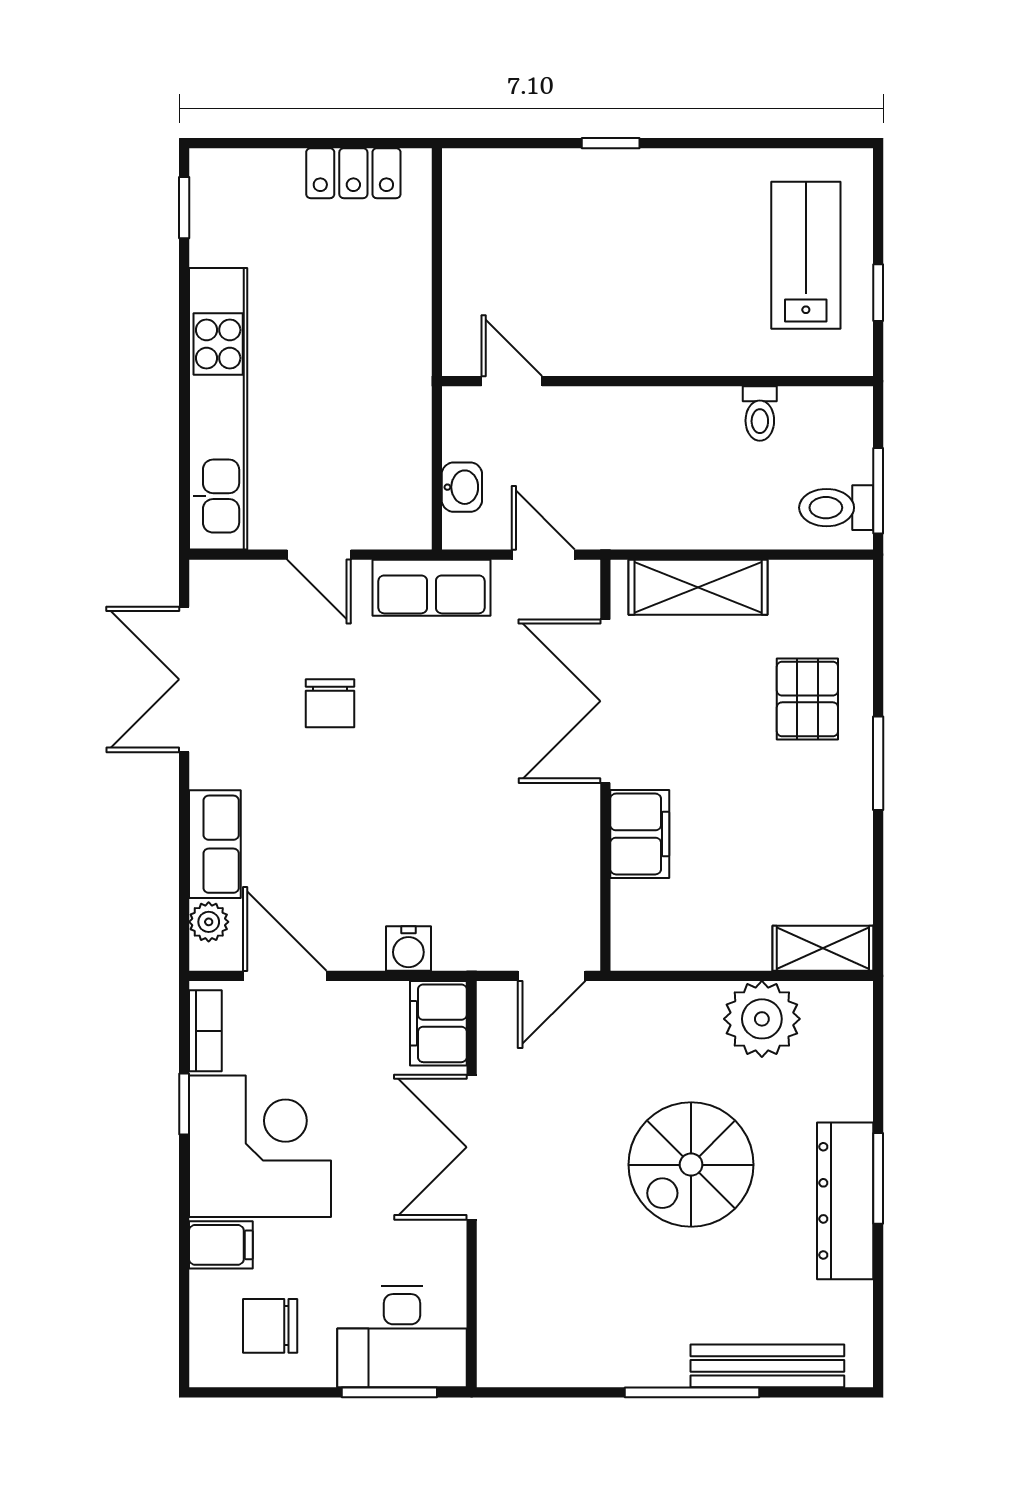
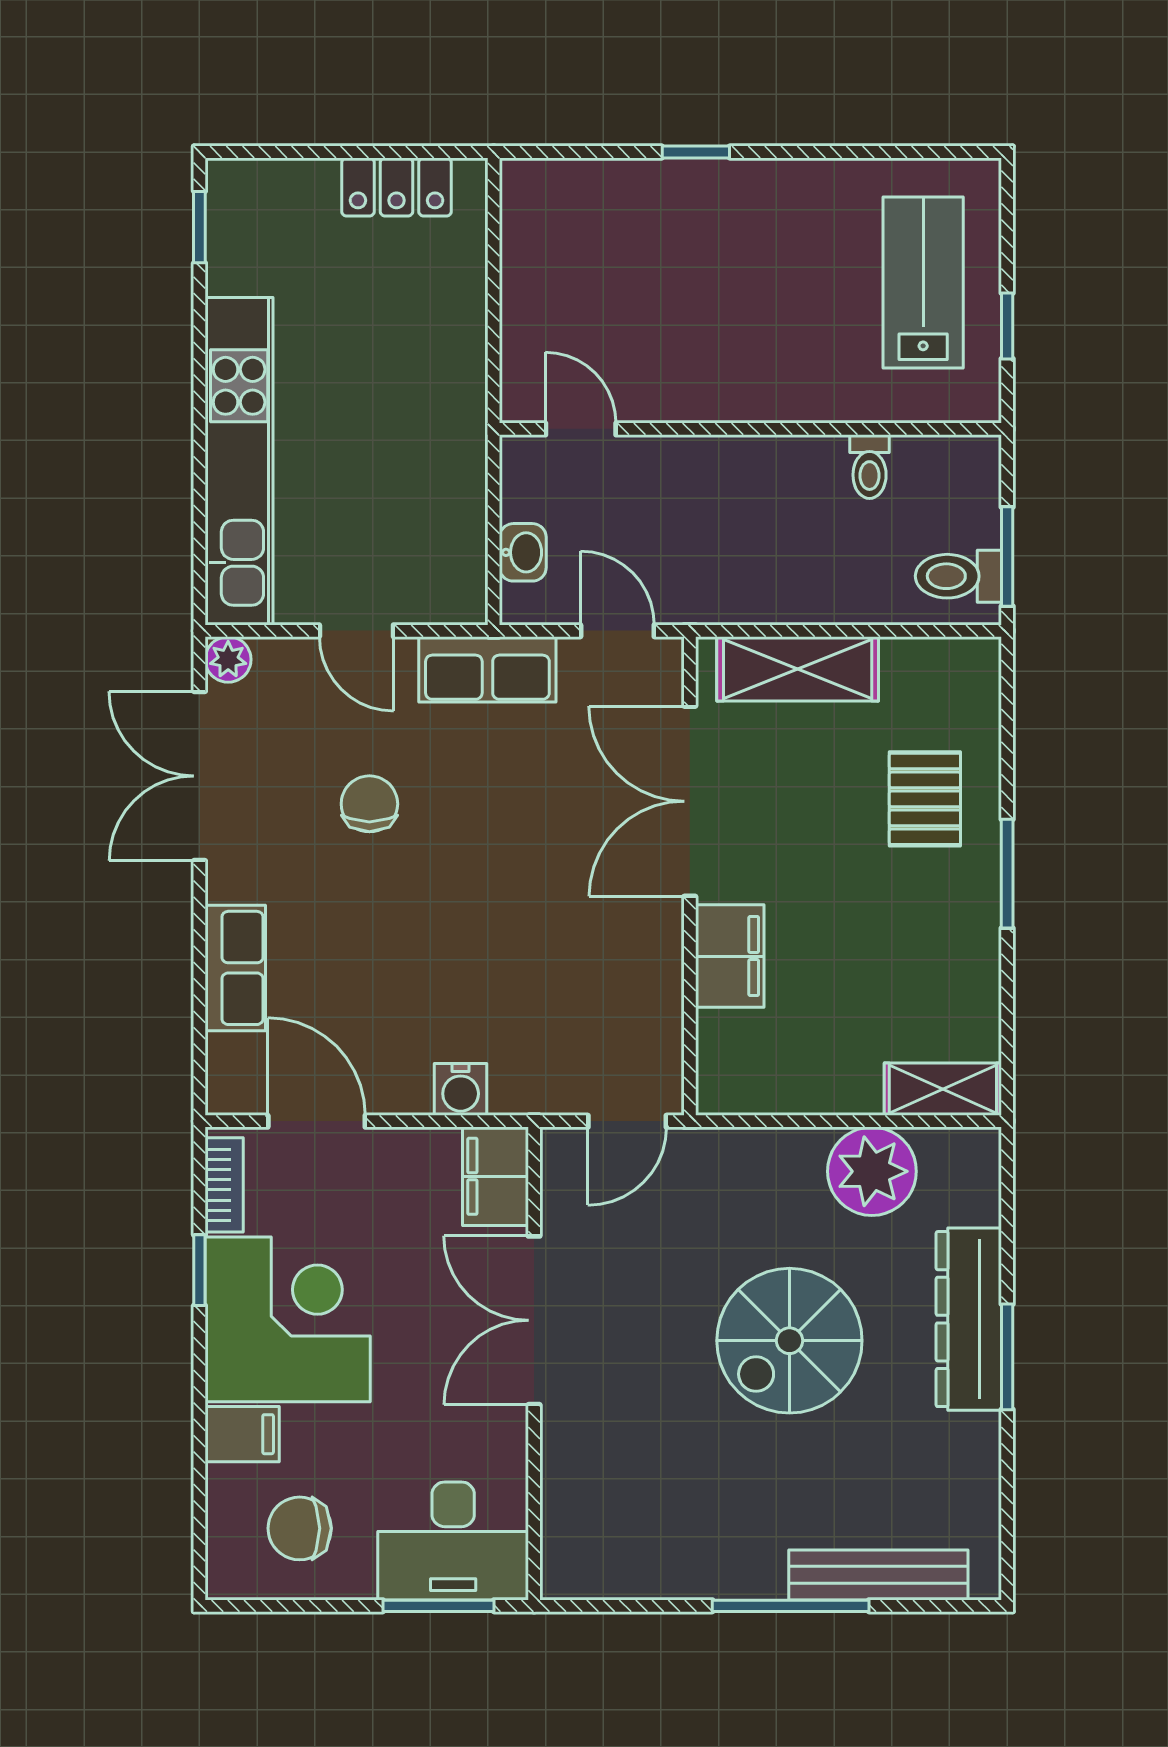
chair: (330, 703) -> (369, 804), turned 180
plant: (209, 922) -> (228, 659), moved
dresser: (845, 1201) -> (969, 1319), moved

